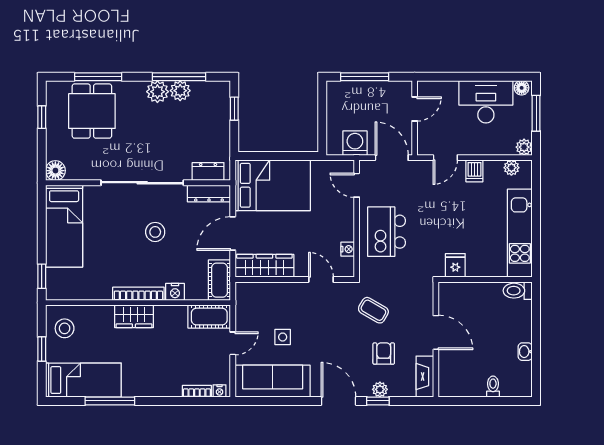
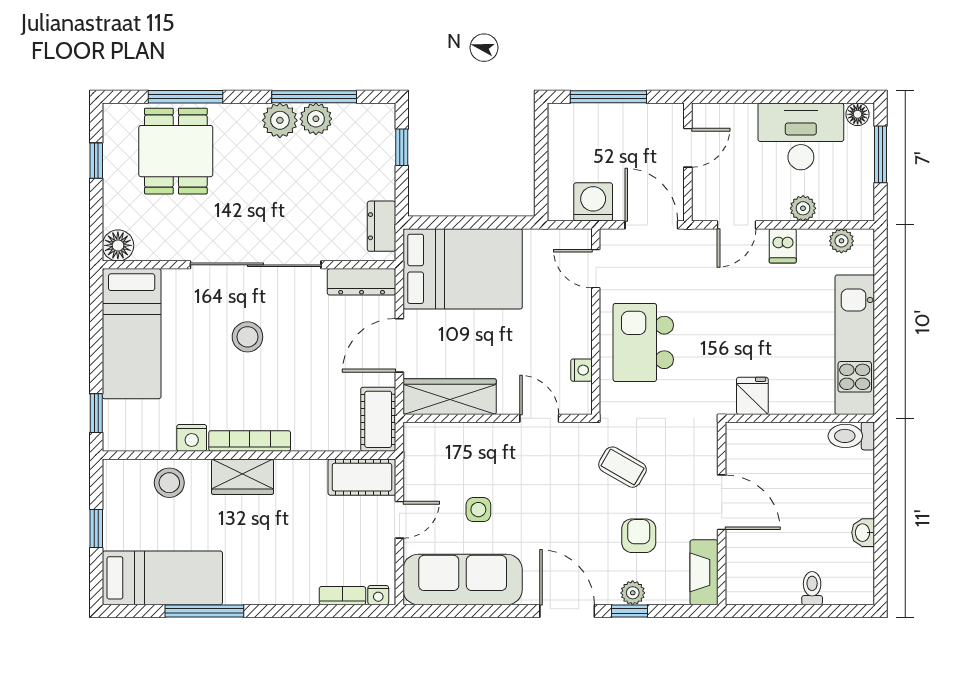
plant: (524, 147) -> (803, 208), moved
dresser: (208, 171) -> (381, 226), moved, turned -90
stool: (155, 232) -> (247, 337), moved
nightstand: (175, 292) -> (192, 438), moved
stool: (65, 328) -> (169, 483), moved

